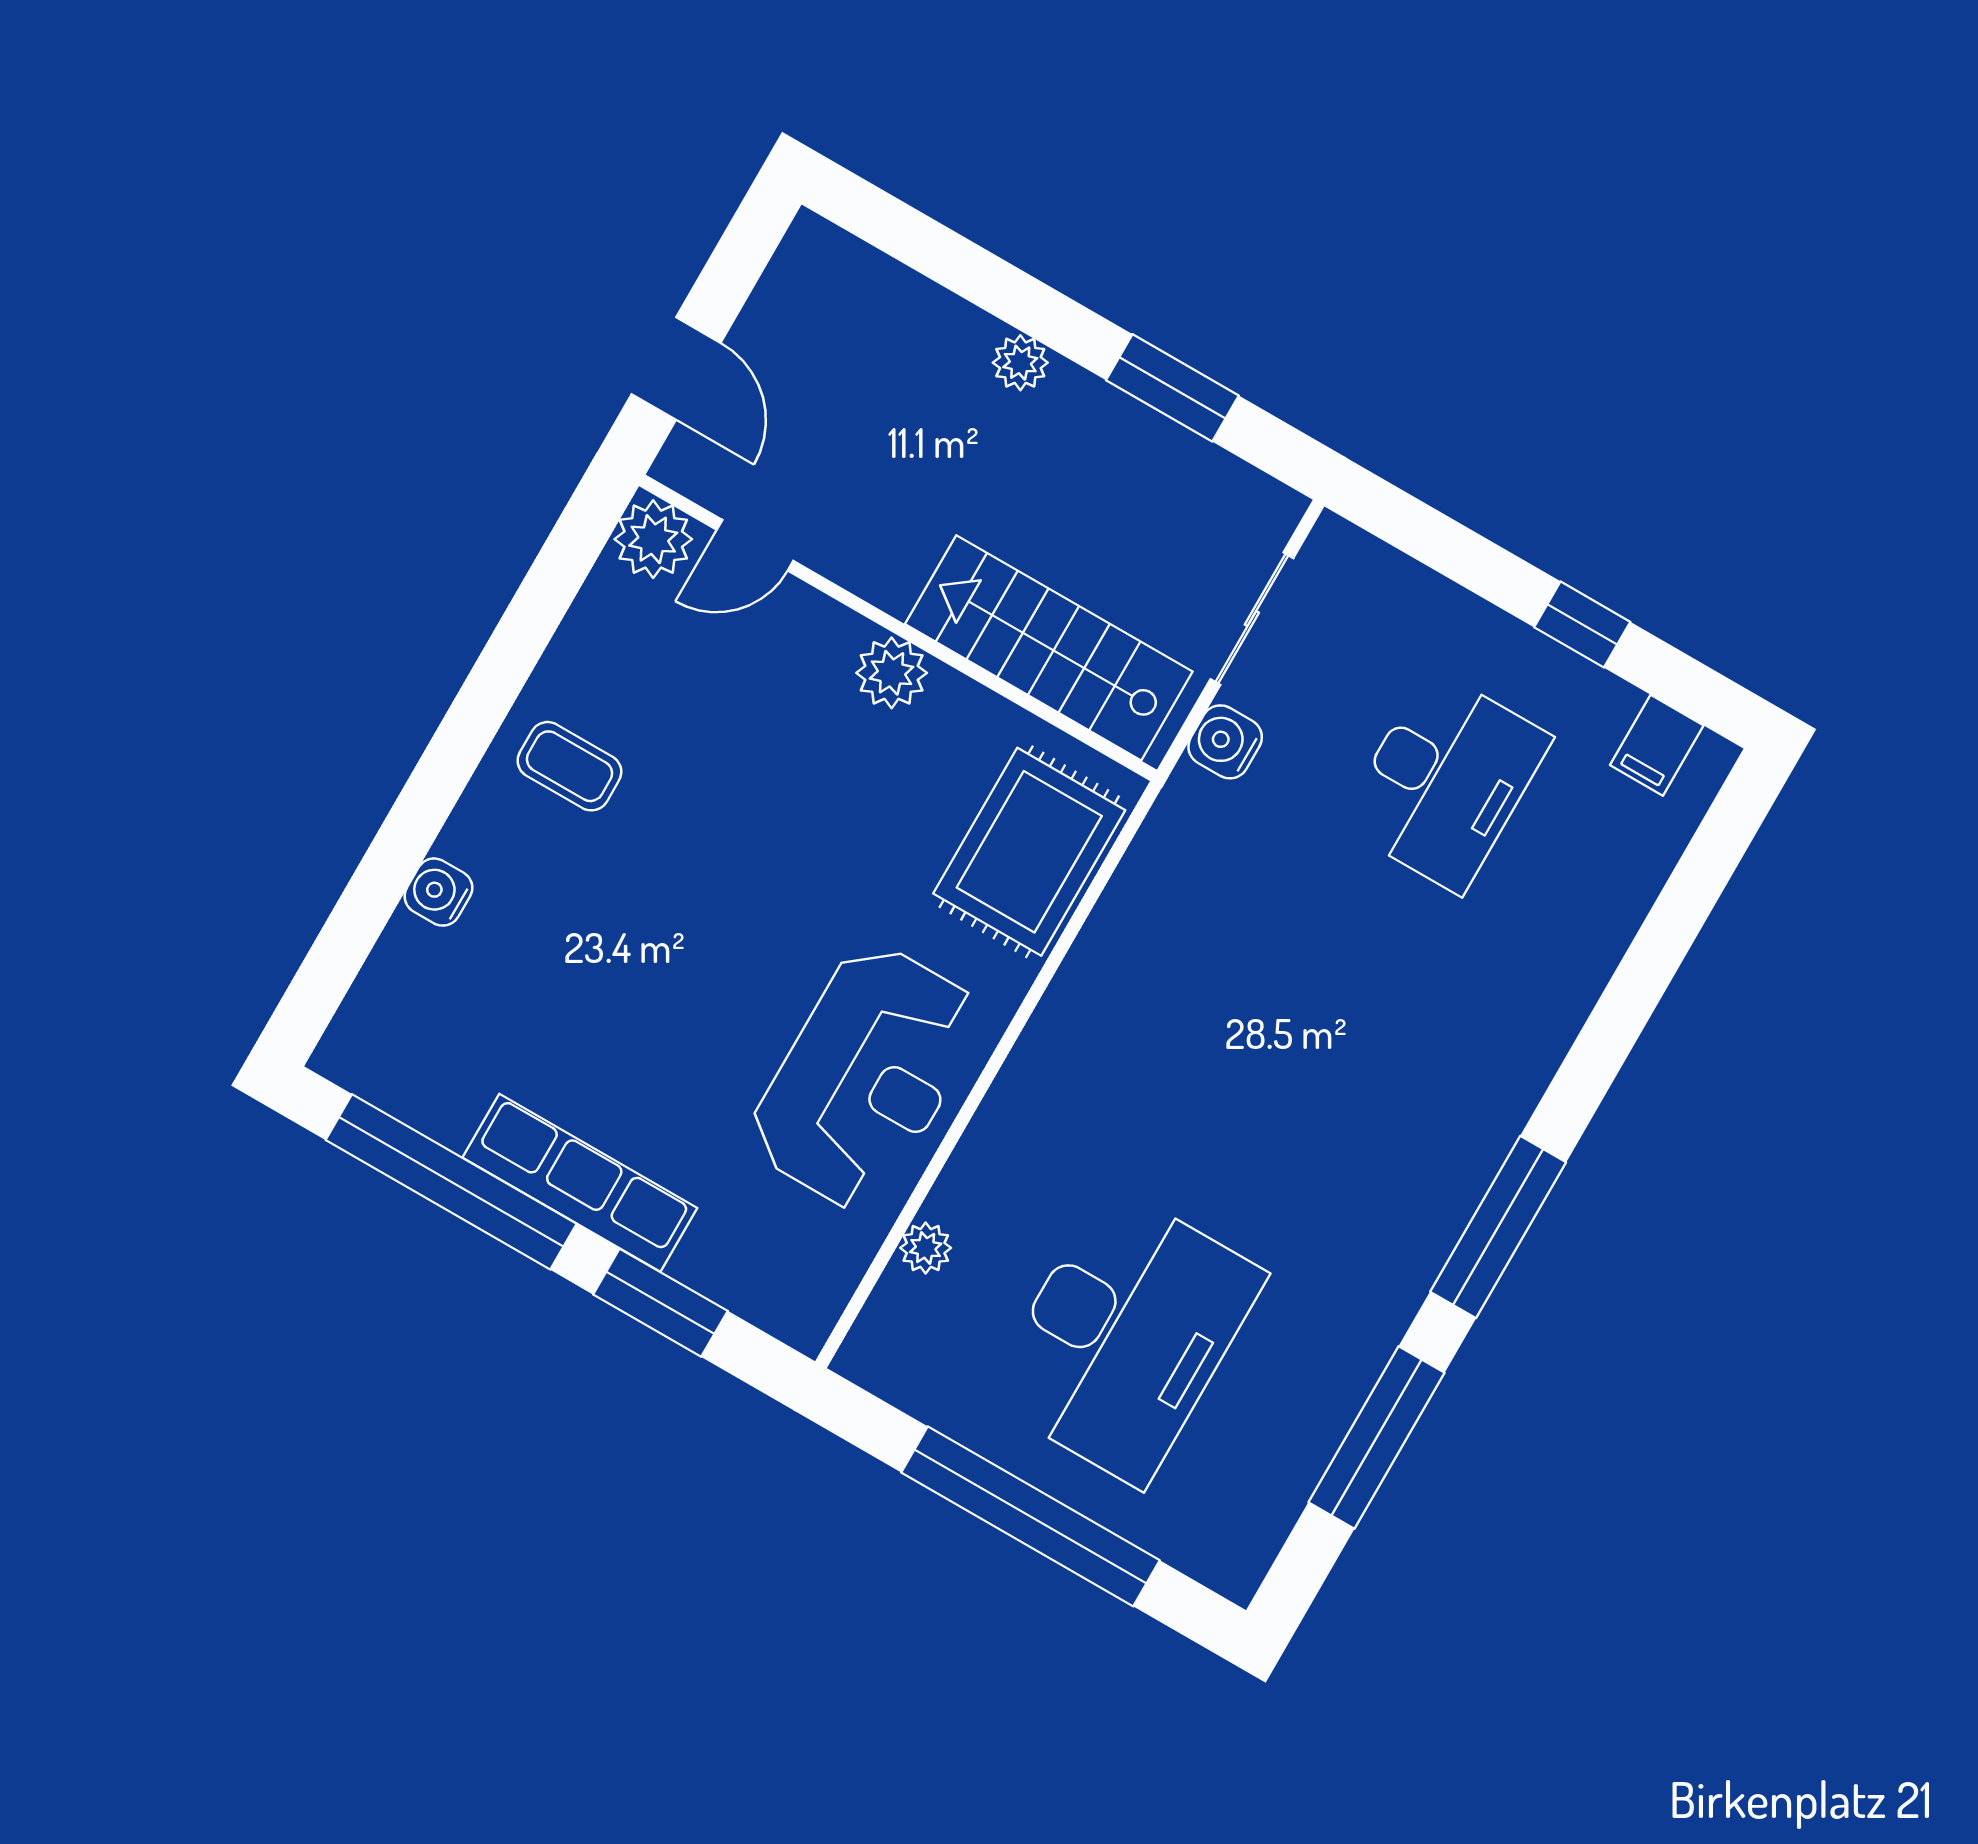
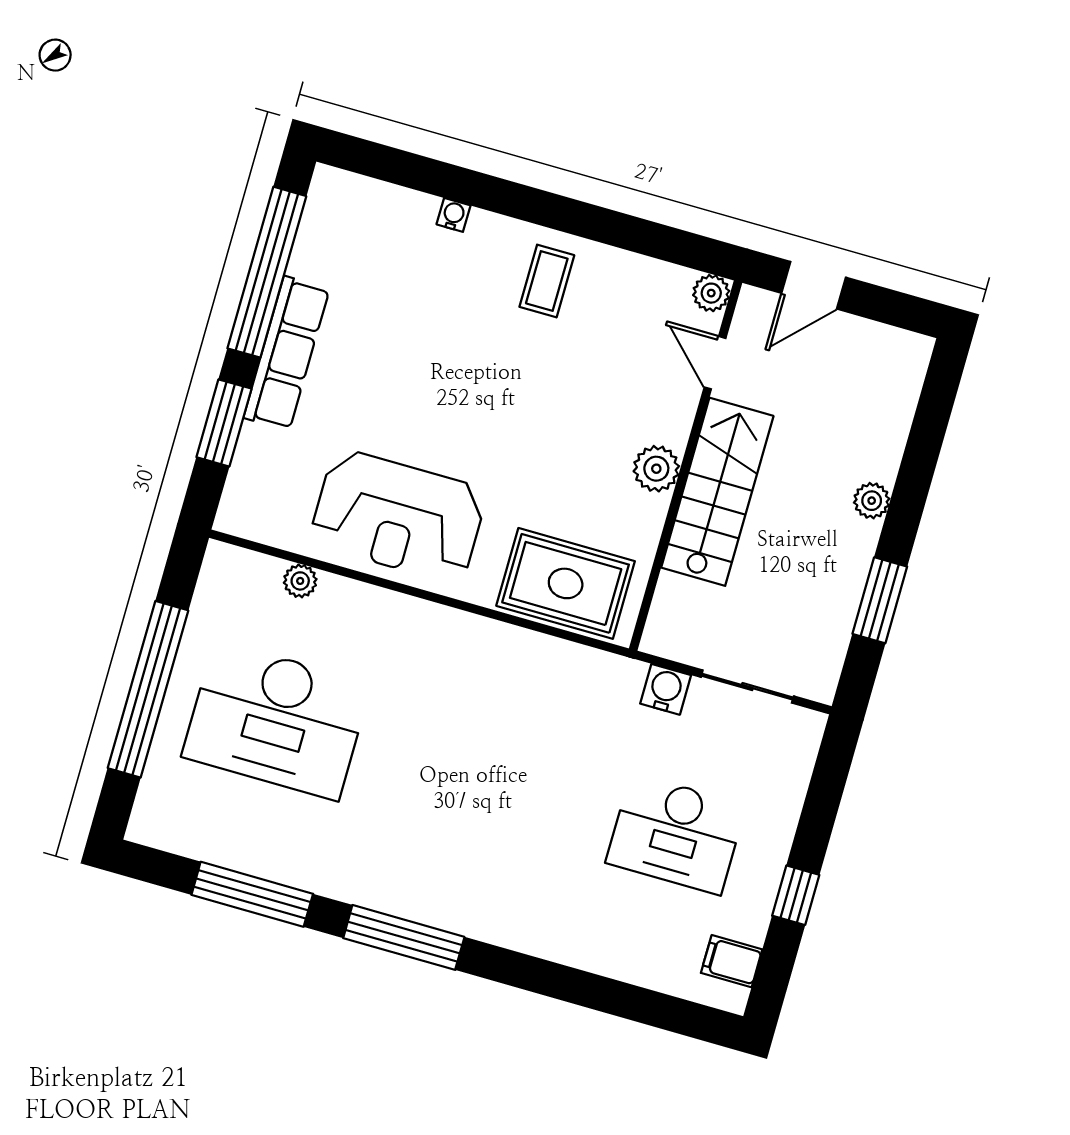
plant: (653, 539) -> (711, 293), width x0.73, depth x0.73
stairs: (1049, 648) -> (717, 492), moved
water cooler: (438, 892) -> (453, 215), width x0.72, depth x0.72

